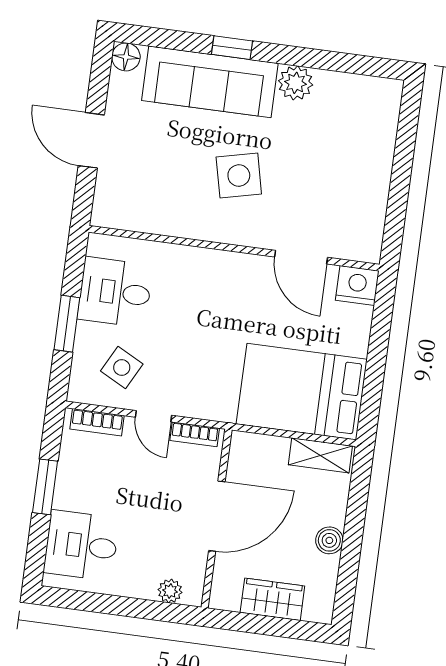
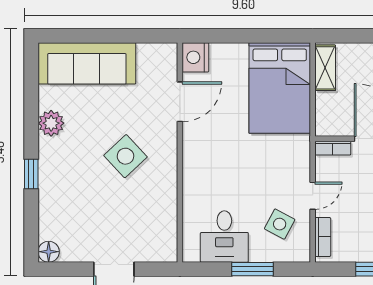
sofa: (210, 82) -> (87, 63), moved, turned 90
side table: (239, 176) -> (125, 156), turned -30
bookcase: (195, 434) -> (333, 148), moved, turned 90

